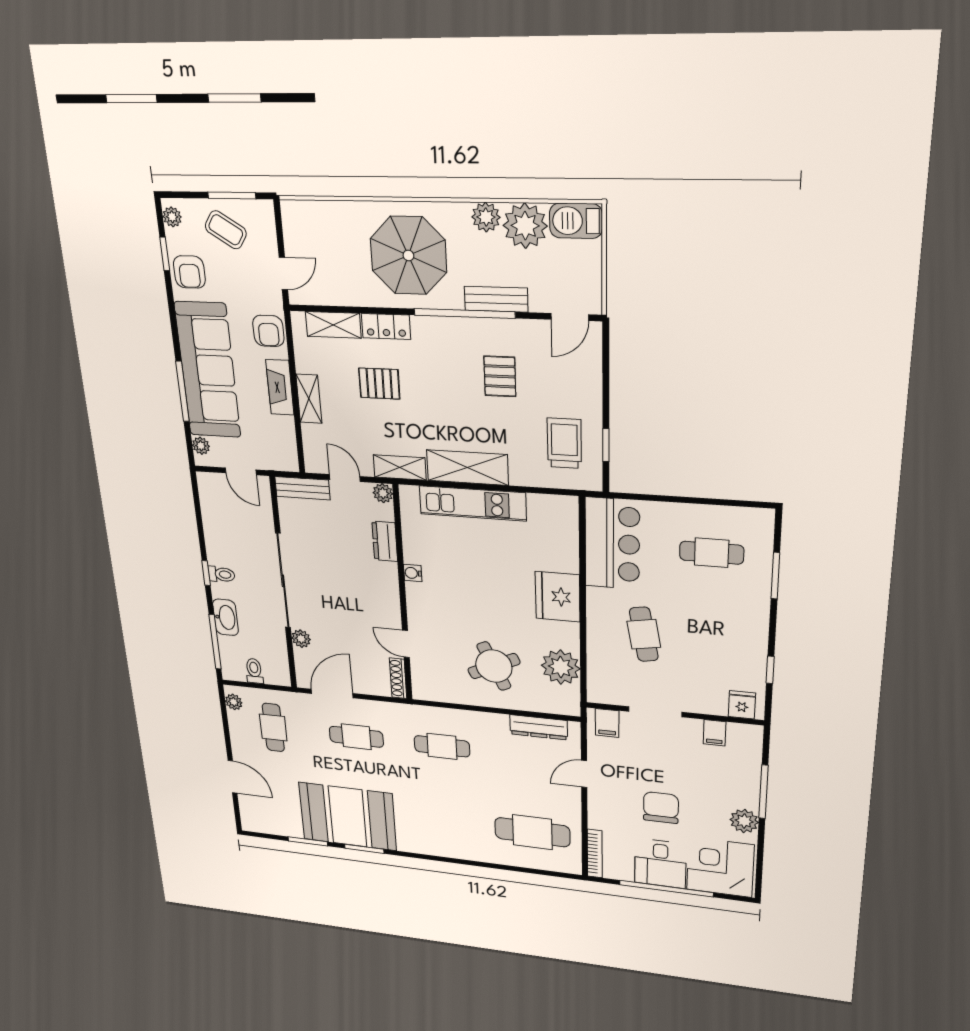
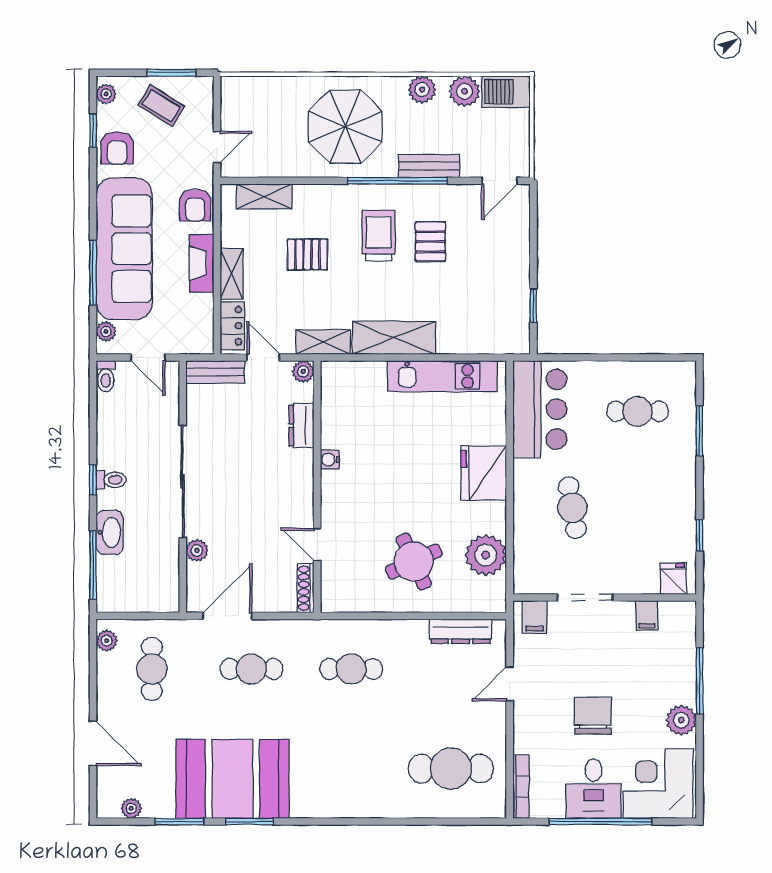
plant: (525, 226) -> (464, 91), width x0.73, depth x0.73
locker: (386, 326) -> (232, 326), moved, turned -90
trolley: (564, 443) -> (379, 236), moved
kitchen unit: (473, 503) -> (442, 376), moved
toilet: (254, 671) -> (106, 376), moved, turned 180
plant: (268, 827) -> (131, 808), added

